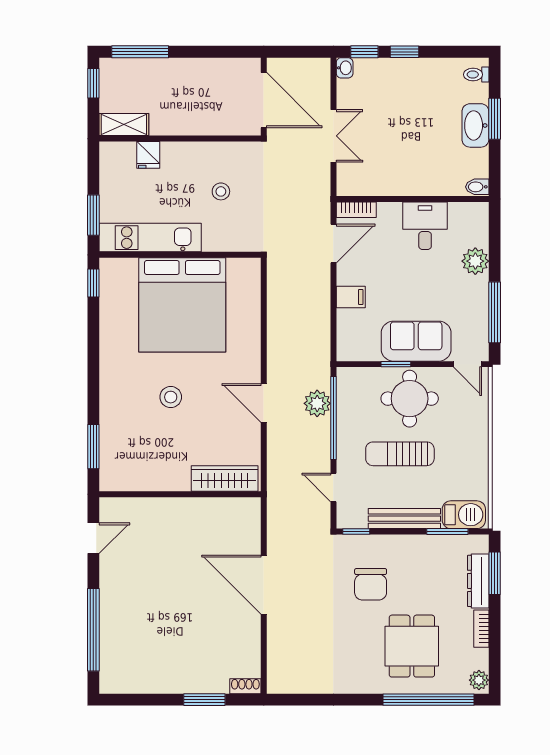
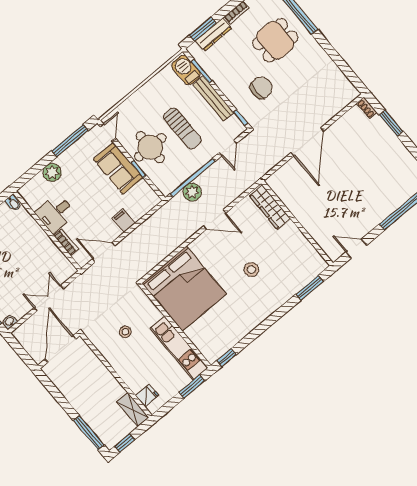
fridge: (148, 155) -> (147, 396), moved
bookcase: (356, 210) -> (66, 242), moved
bed: (182, 305) -> (184, 289), moved, turned 90
door: (264, 403) -> (215, 220), hinge flipped

